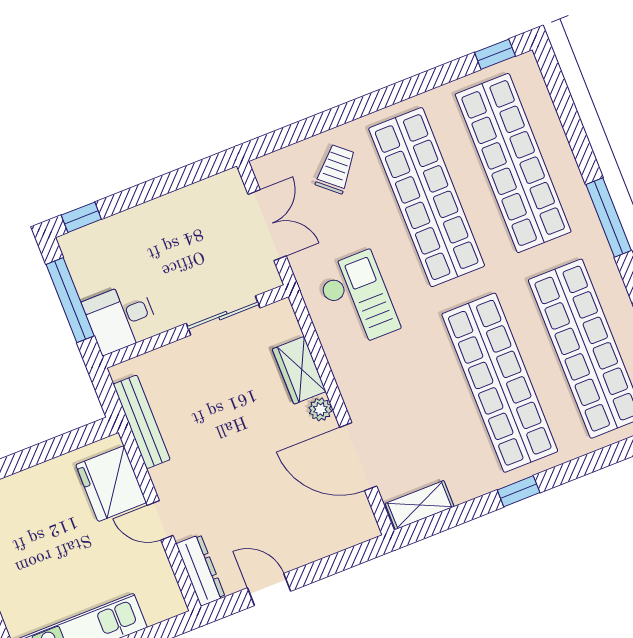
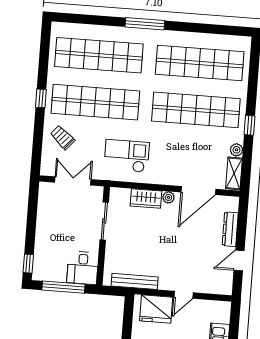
window: (495, 54) -> (41, 98), moved
plant: (464, 489) -> (236, 150), added
dresser: (201, 570) -> (230, 229), moved, turned -90

